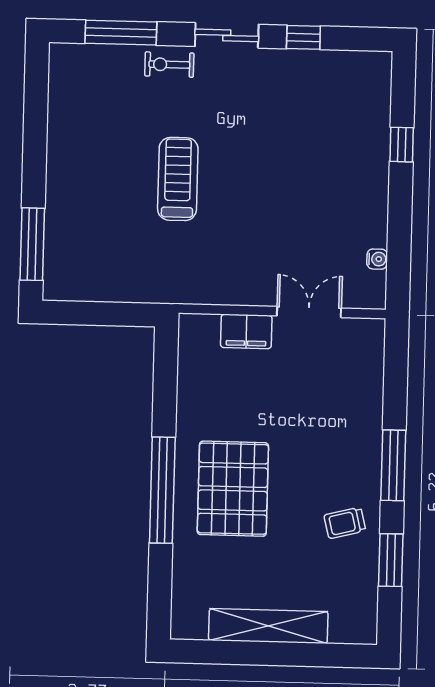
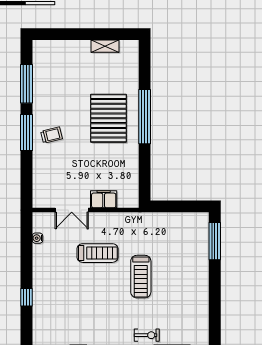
treadmill: (261, 227) -> (98, 253), added
trolley: (345, 523) -> (51, 135), moved
window: (391, 560) -> (26, 84), width x1.44
shelving: (268, 626) -> (105, 46), width x0.45, depth x0.75

